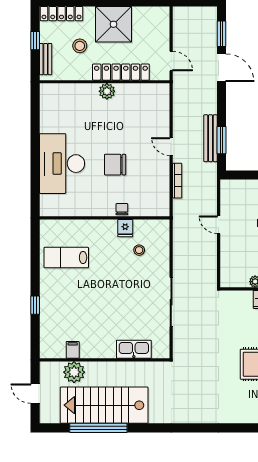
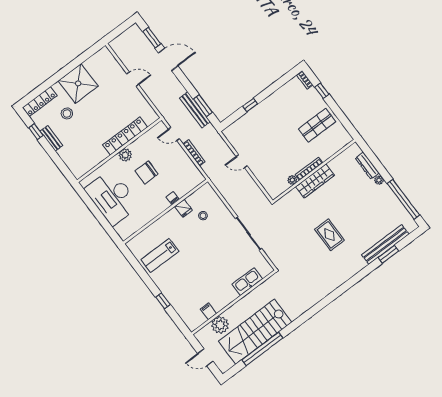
locker: (121, 72) -> (125, 136), moved
wall: (105, 82) -> (119, 150), moved
plant: (107, 91) -> (125, 155), moved

